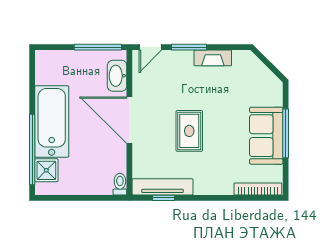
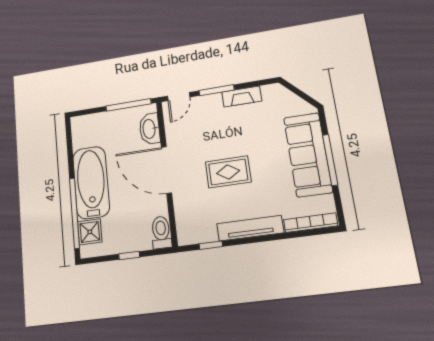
rug: (189, 131) -> (228, 172), turned 90
sofa: (266, 136) -> (308, 155), width x1.36
toilet: (120, 184) -> (161, 232), width x1.37, depth x1.39
tv unit: (162, 187) -> (250, 228), moved
window: (84, 198) -> (129, 255), added

